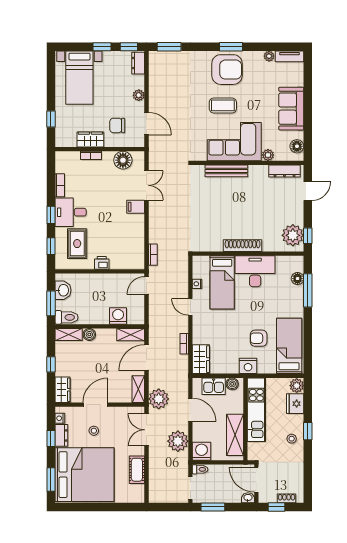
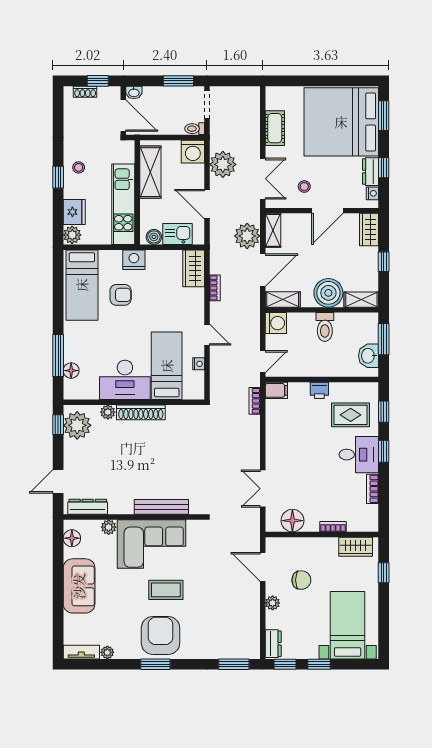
armchair: (227, 70) -> (161, 635), turned 90
chair: (117, 125) -> (301, 580), moved
wardrobe: (90, 139) -> (356, 547), moved
filing cabinet: (136, 207) -> (276, 390), moved
rug: (77, 244) -> (351, 415), turned 90
plant: (269, 246) -> (108, 412), added
washing machine: (118, 316) -> (276, 323), moved, turned -90
toilet: (67, 317) -> (325, 327), moved, turned -90
boiler: (89, 335) -> (328, 293), width x1.86, depth x1.86
plant: (159, 399) -> (247, 236), moved
stool: (94, 431) -> (304, 187), moved

